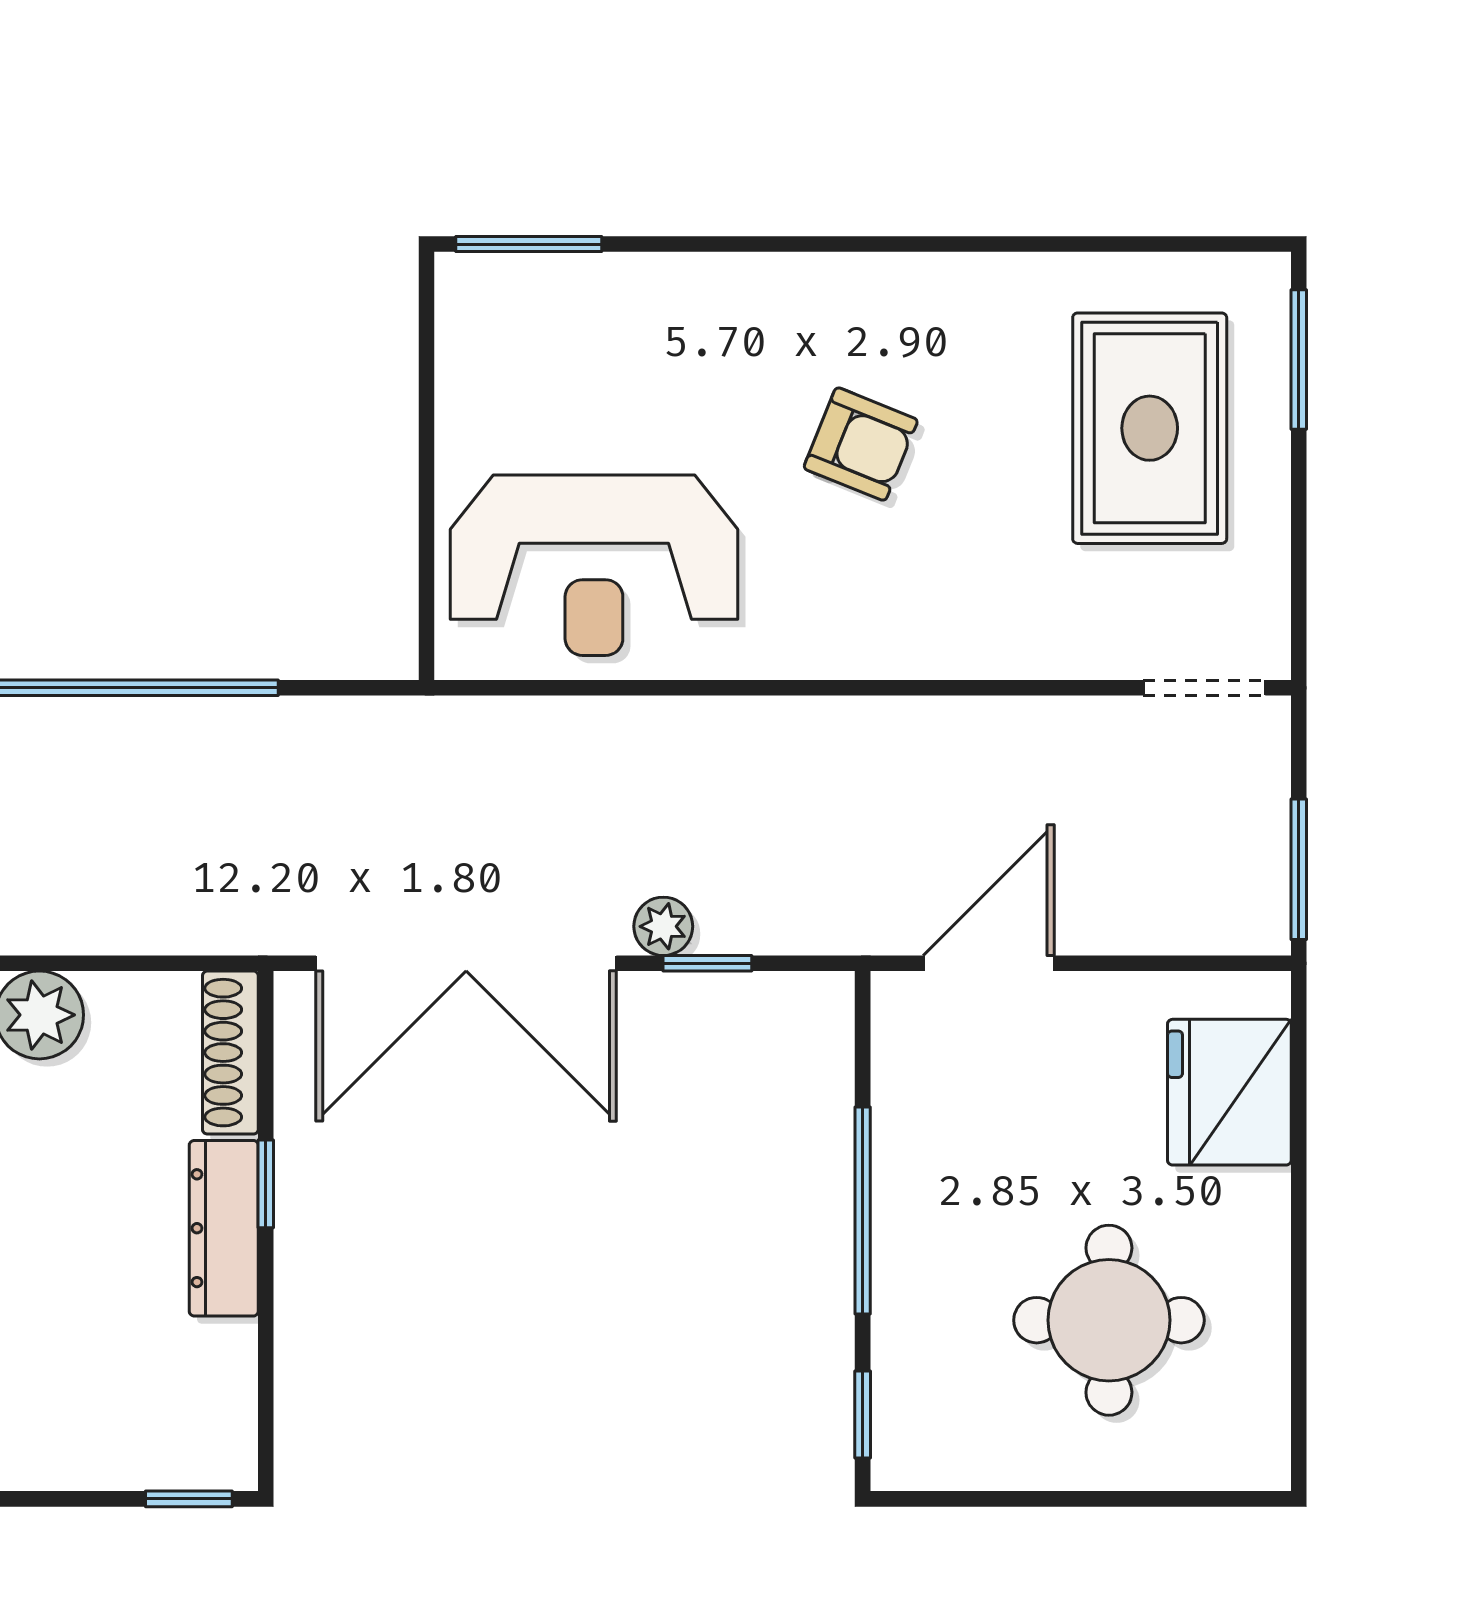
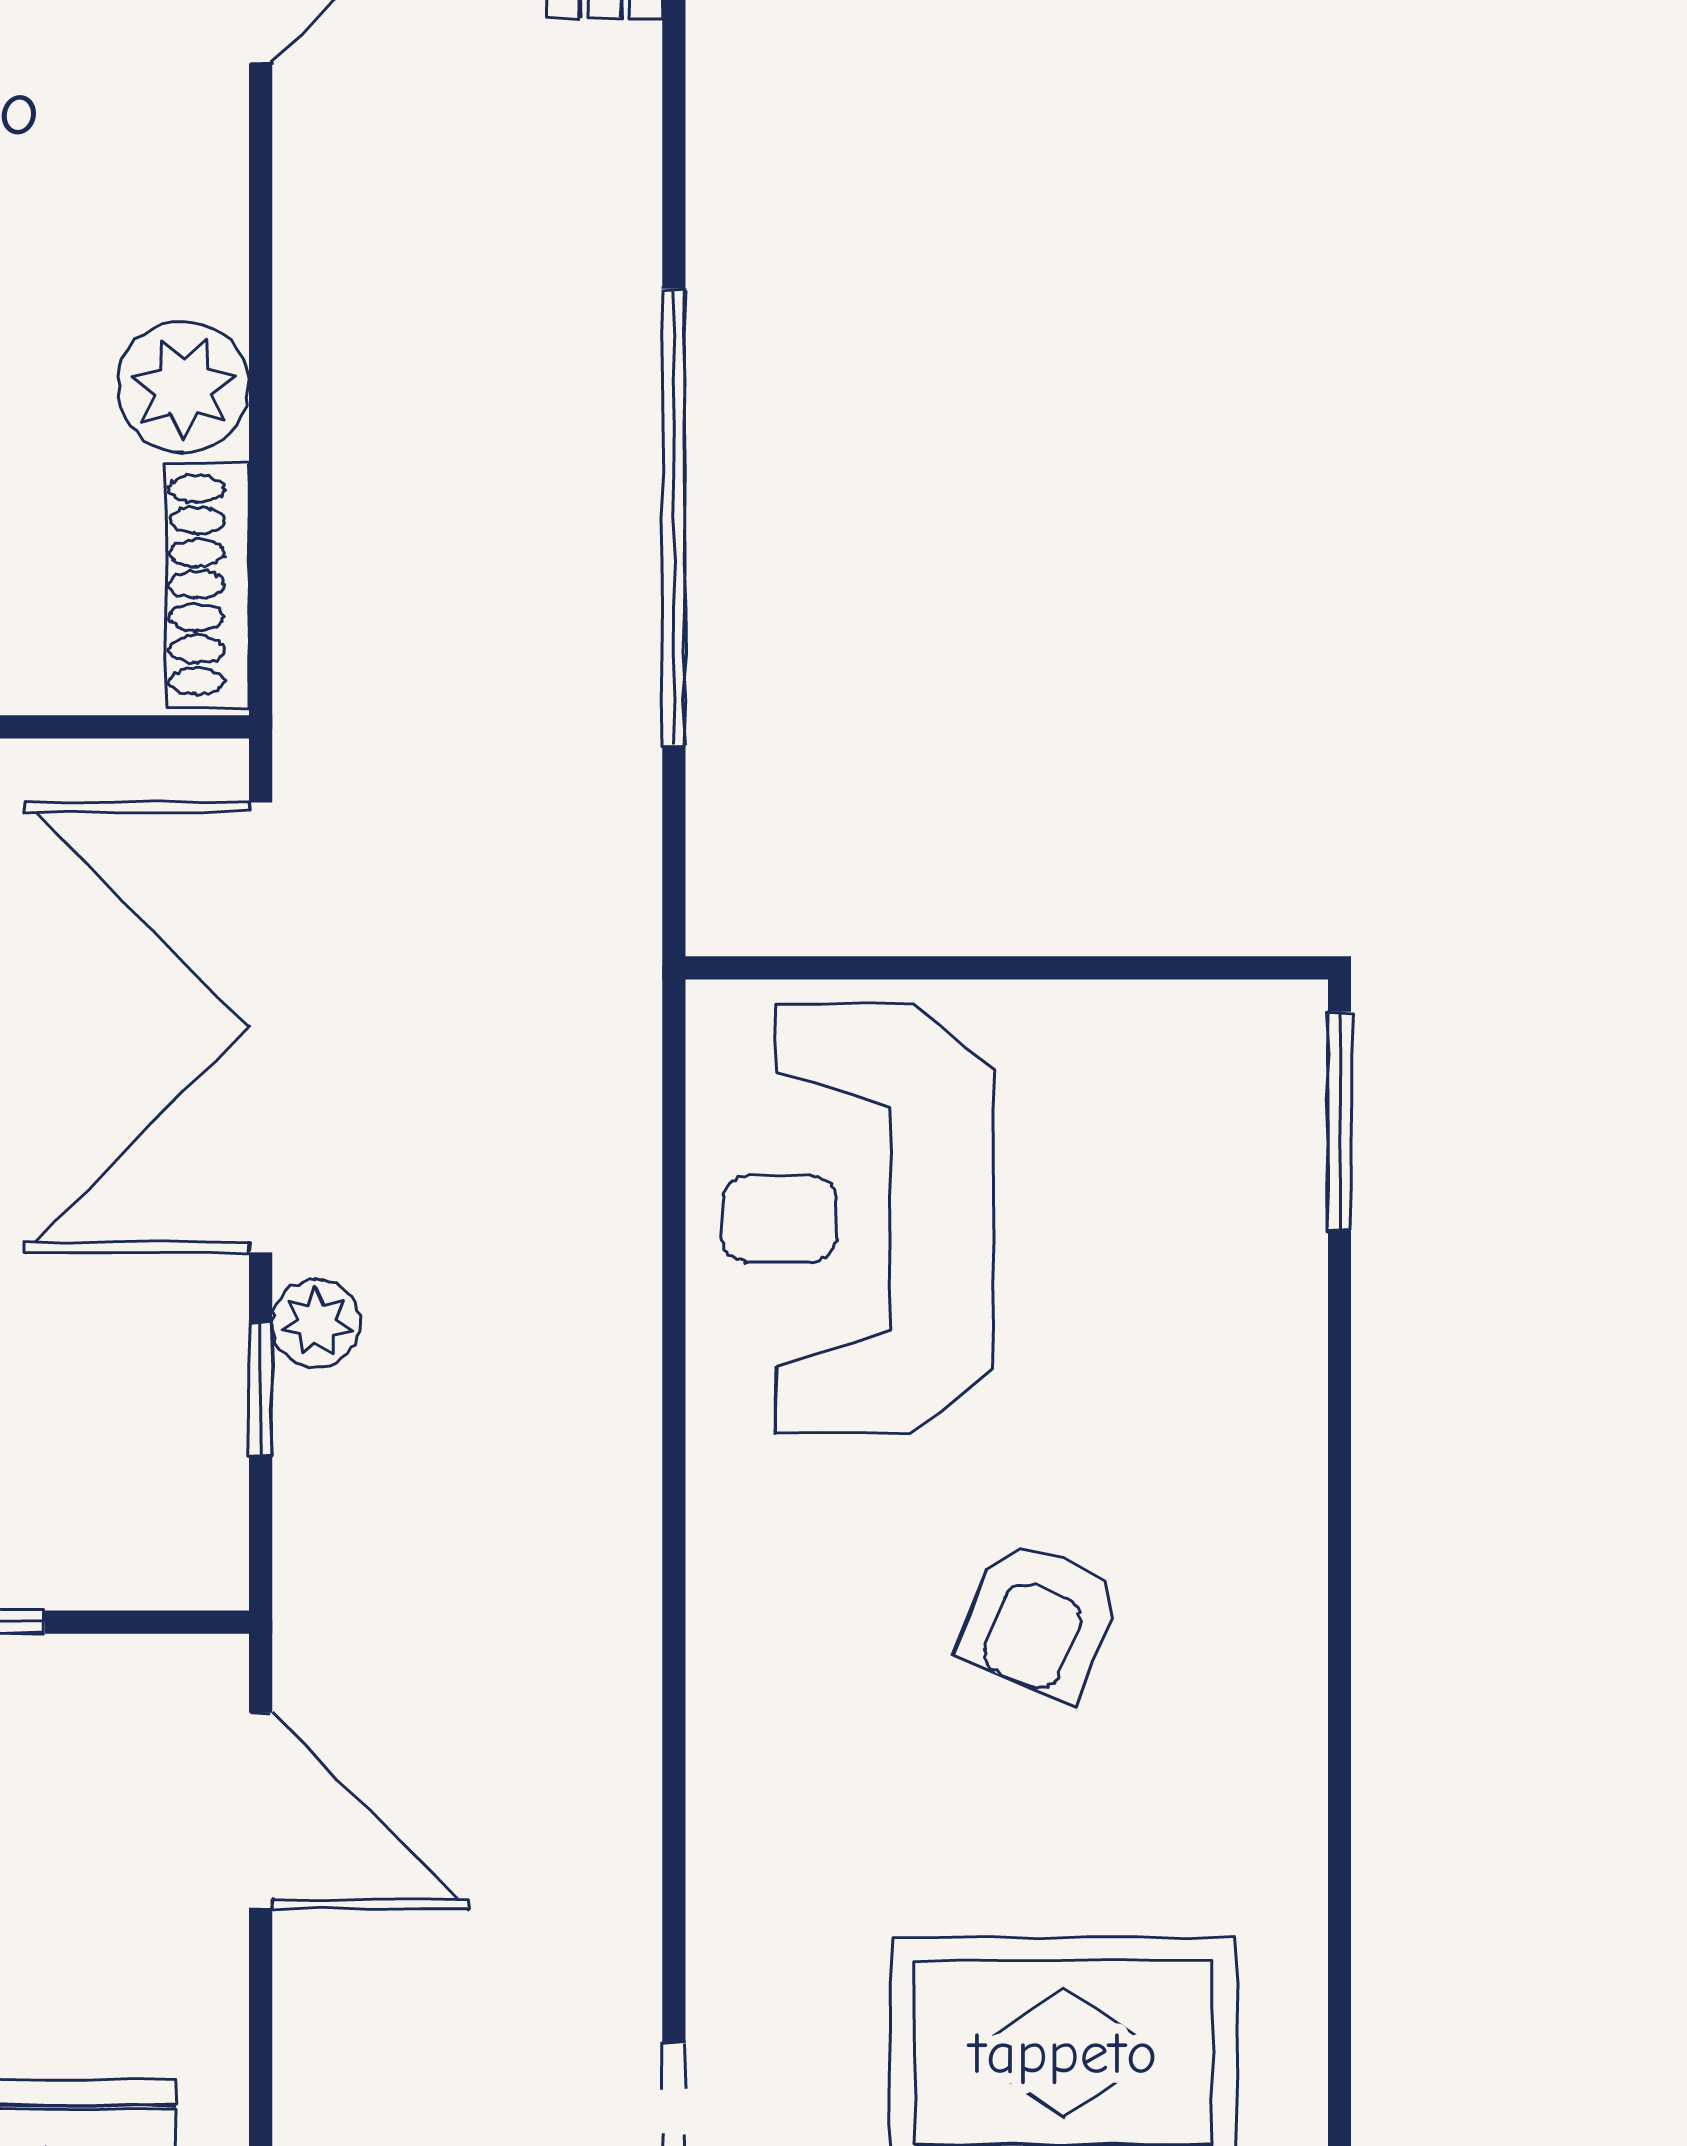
shoe rack: (230, 1053) -> (207, 585), moved, turned -90

